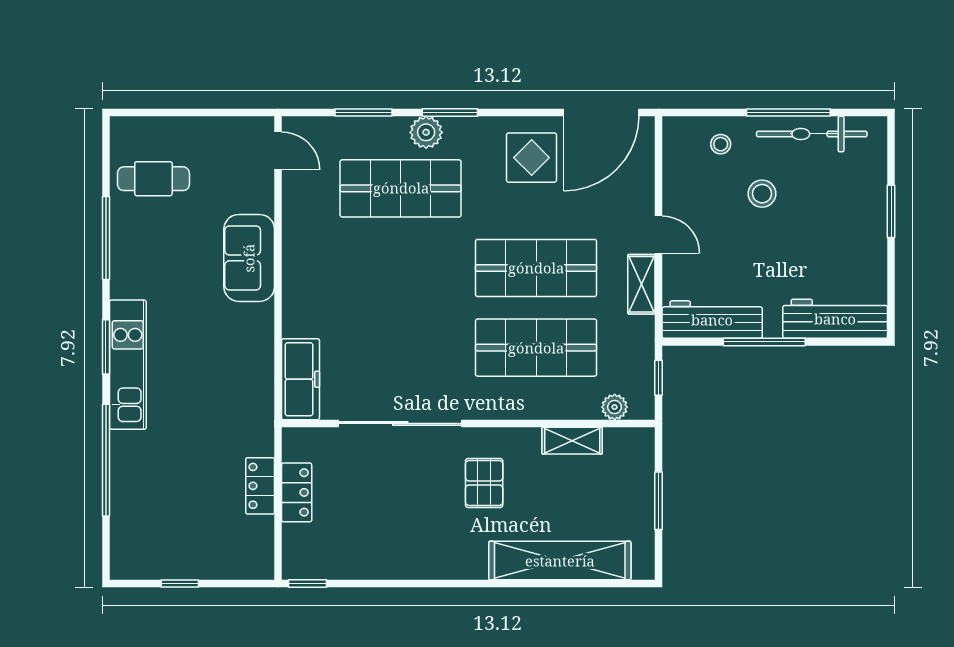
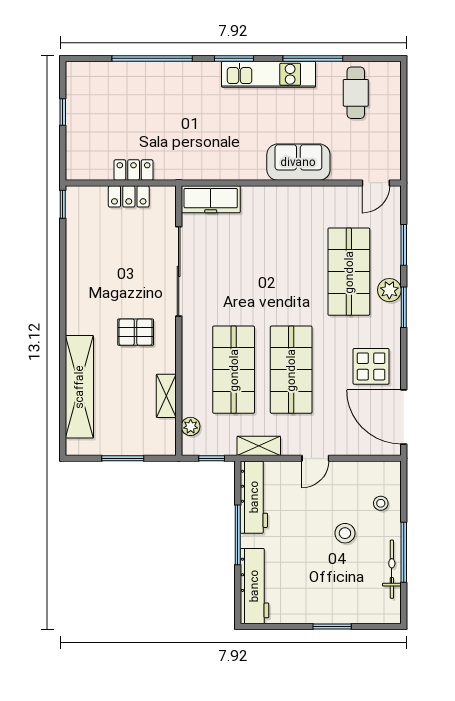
bicycle: (812, 134) -> (392, 569), width x0.73, depth x0.71
shelving: (641, 284) -> (259, 446), moved
kitchen unit: (128, 365) -> (269, 74), moved

